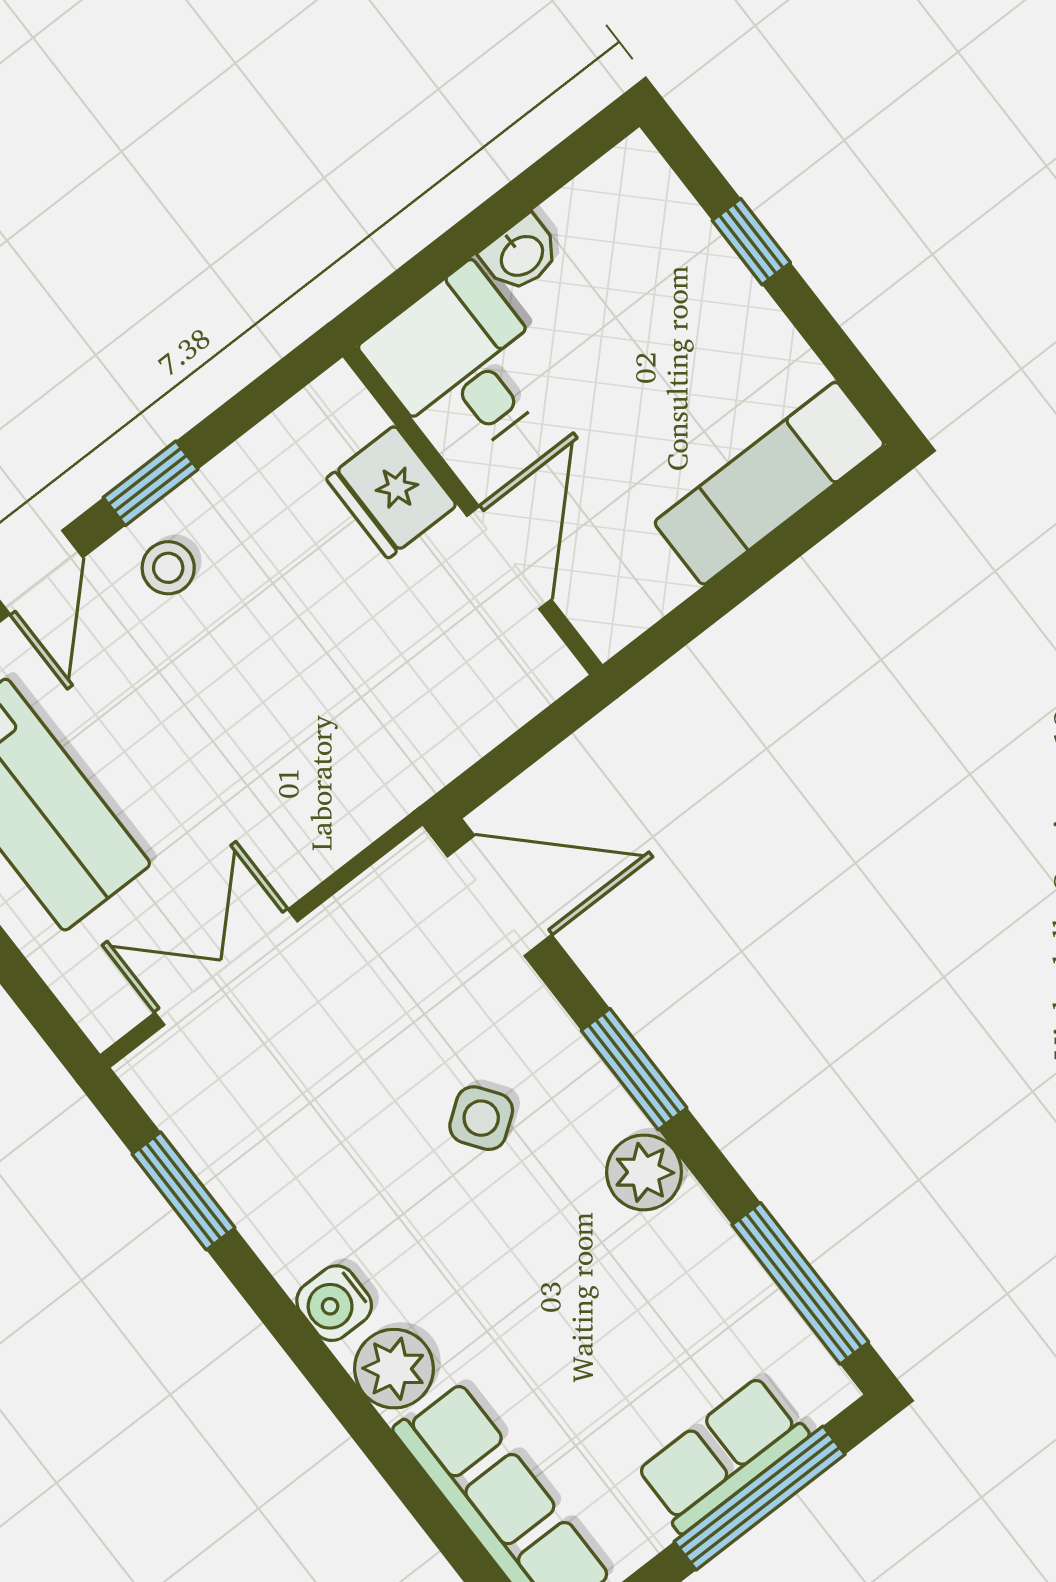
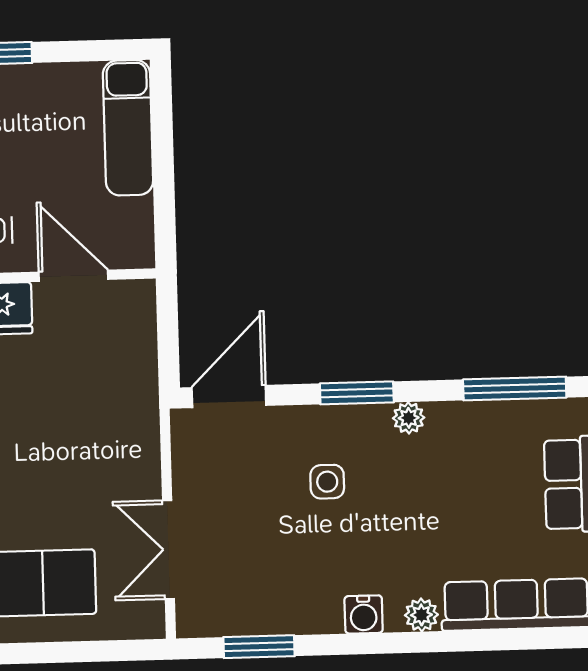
side table: (481, 1118) -> (327, 482), turned 36
plant: (644, 1172) -> (409, 418), width x0.73, depth x0.73
plant: (394, 1369) -> (421, 615), width x0.73, depth x0.73

